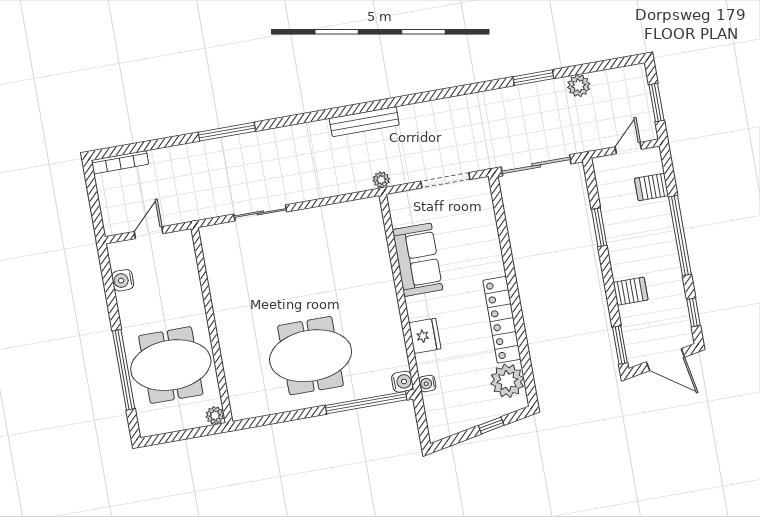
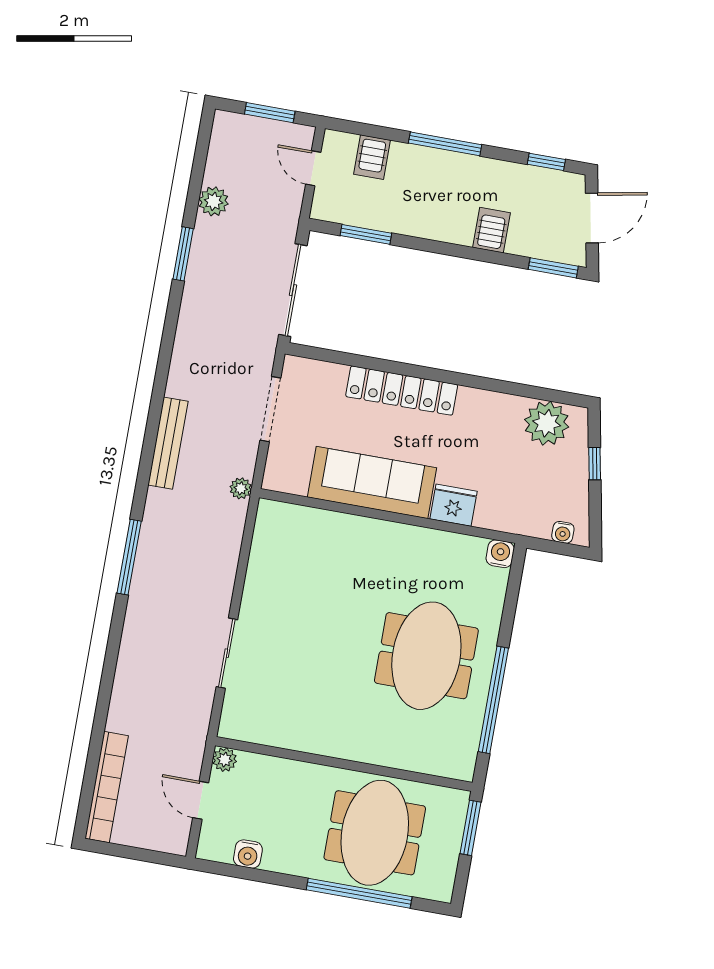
bench: (364, 122) -> (168, 443), moved
window: (227, 132) -> (129, 557), moved
bookcase: (120, 162) -> (107, 787), width x1.48, depth x1.31
window: (599, 227) -> (366, 234), moved
window: (680, 236) -> (445, 144), width x0.68
sofa: (418, 260) -> (372, 482), width x1.36
locker: (502, 320) -> (402, 391), moved
water cooler: (427, 383) -> (563, 532), moved
window: (366, 403) -> (493, 700), moved
plant: (215, 415) -> (225, 760), moved
window: (199, 432) -> (471, 828), added

